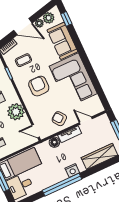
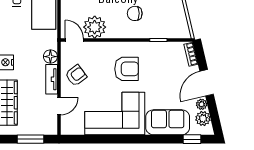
coffee table: (23, 60) -> (166, 65), removed
plant: (16, 112) -> (95, 27), moved
door: (36, 131) -> (74, 40), hinge flipped

